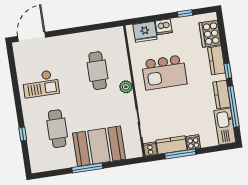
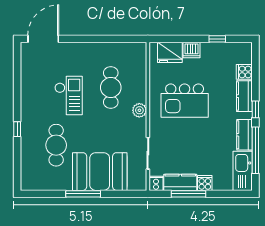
cooker: (210, 34) -> (244, 72), width x0.53, depth x0.76
checkout: (41, 84) -> (69, 96), moved, turned -90
window: (23, 134) -> (17, 129), moved

